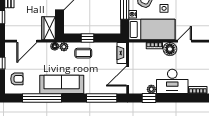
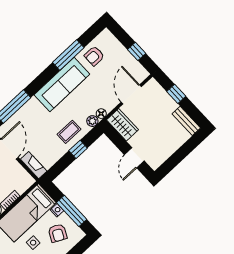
armchair: (17, 79) -> (94, 56), moved
window: (42, 98) -> (68, 55), width x0.68

